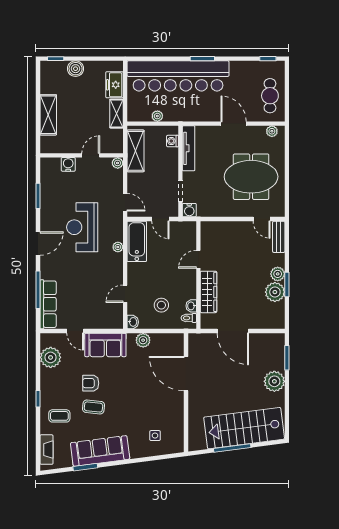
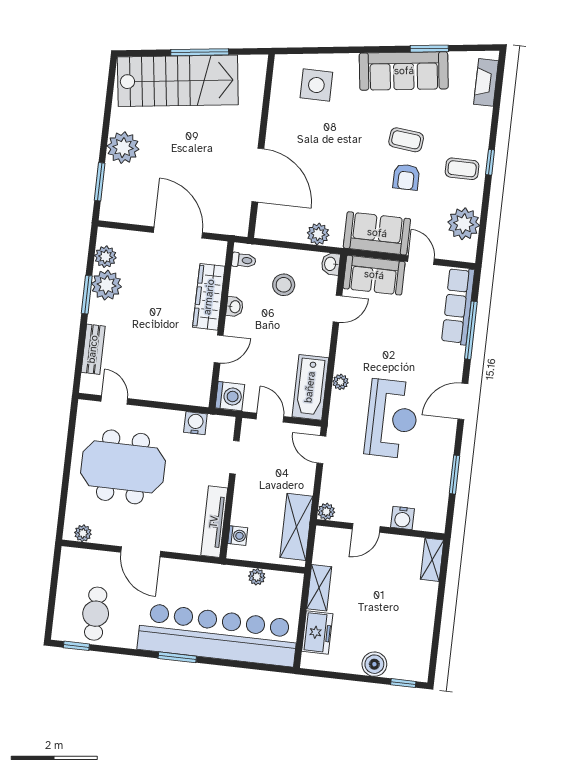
cafe table: (270, 96) -> (96, 614), moved
shelving: (48, 115) -> (432, 560), moved, width x0.67, depth x0.75
water cooler: (189, 210) -> (195, 423), moved
washing machine: (188, 230) -> (230, 396), added
bench: (279, 237) -> (93, 349), moved
plant: (278, 274) -> (105, 257), moved
washbasin: (191, 306) -> (235, 307), moved
sofa: (104, 318) -> (374, 275), added
armchair: (91, 383) -> (406, 177), turned 90
coffee table: (59, 416) -> (462, 169), moved
side table: (155, 436) -> (316, 85), width x1.87, depth x1.87

